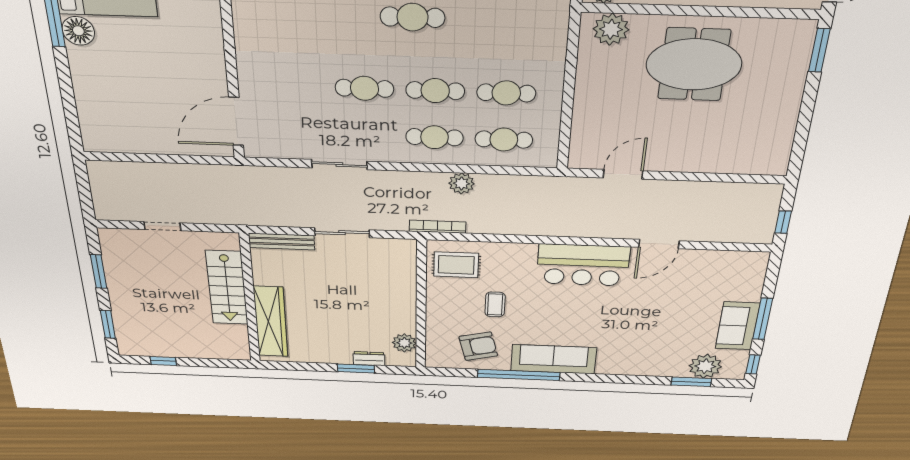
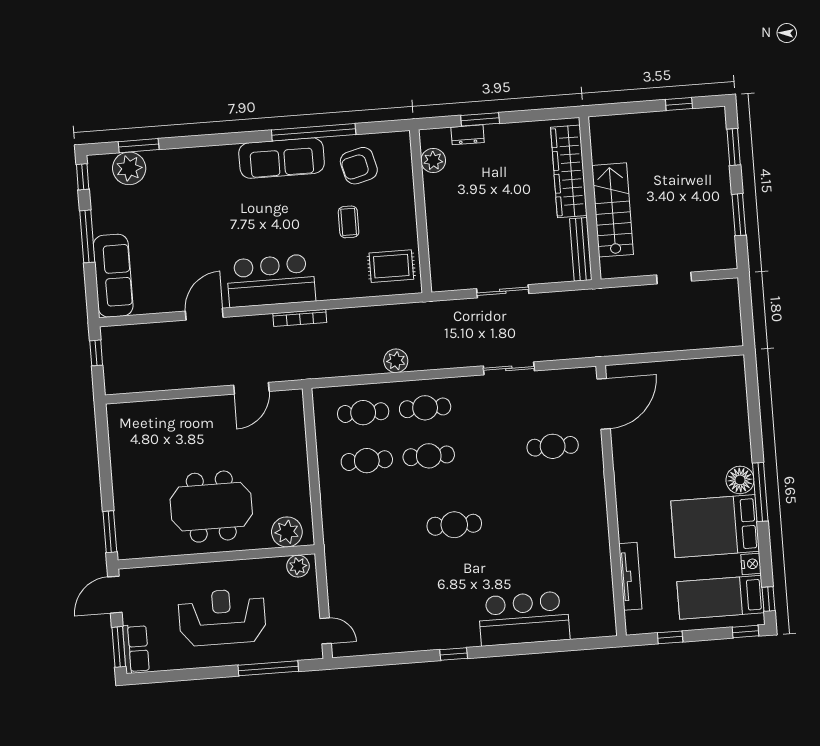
cafe table: (364, 88) -> (553, 446), moved
bookcase: (438, 227) -> (300, 318), moved
bench: (282, 241) -> (581, 249), moved, turned 90
sofa: (738, 326) -> (113, 276), moved, width x1.36

